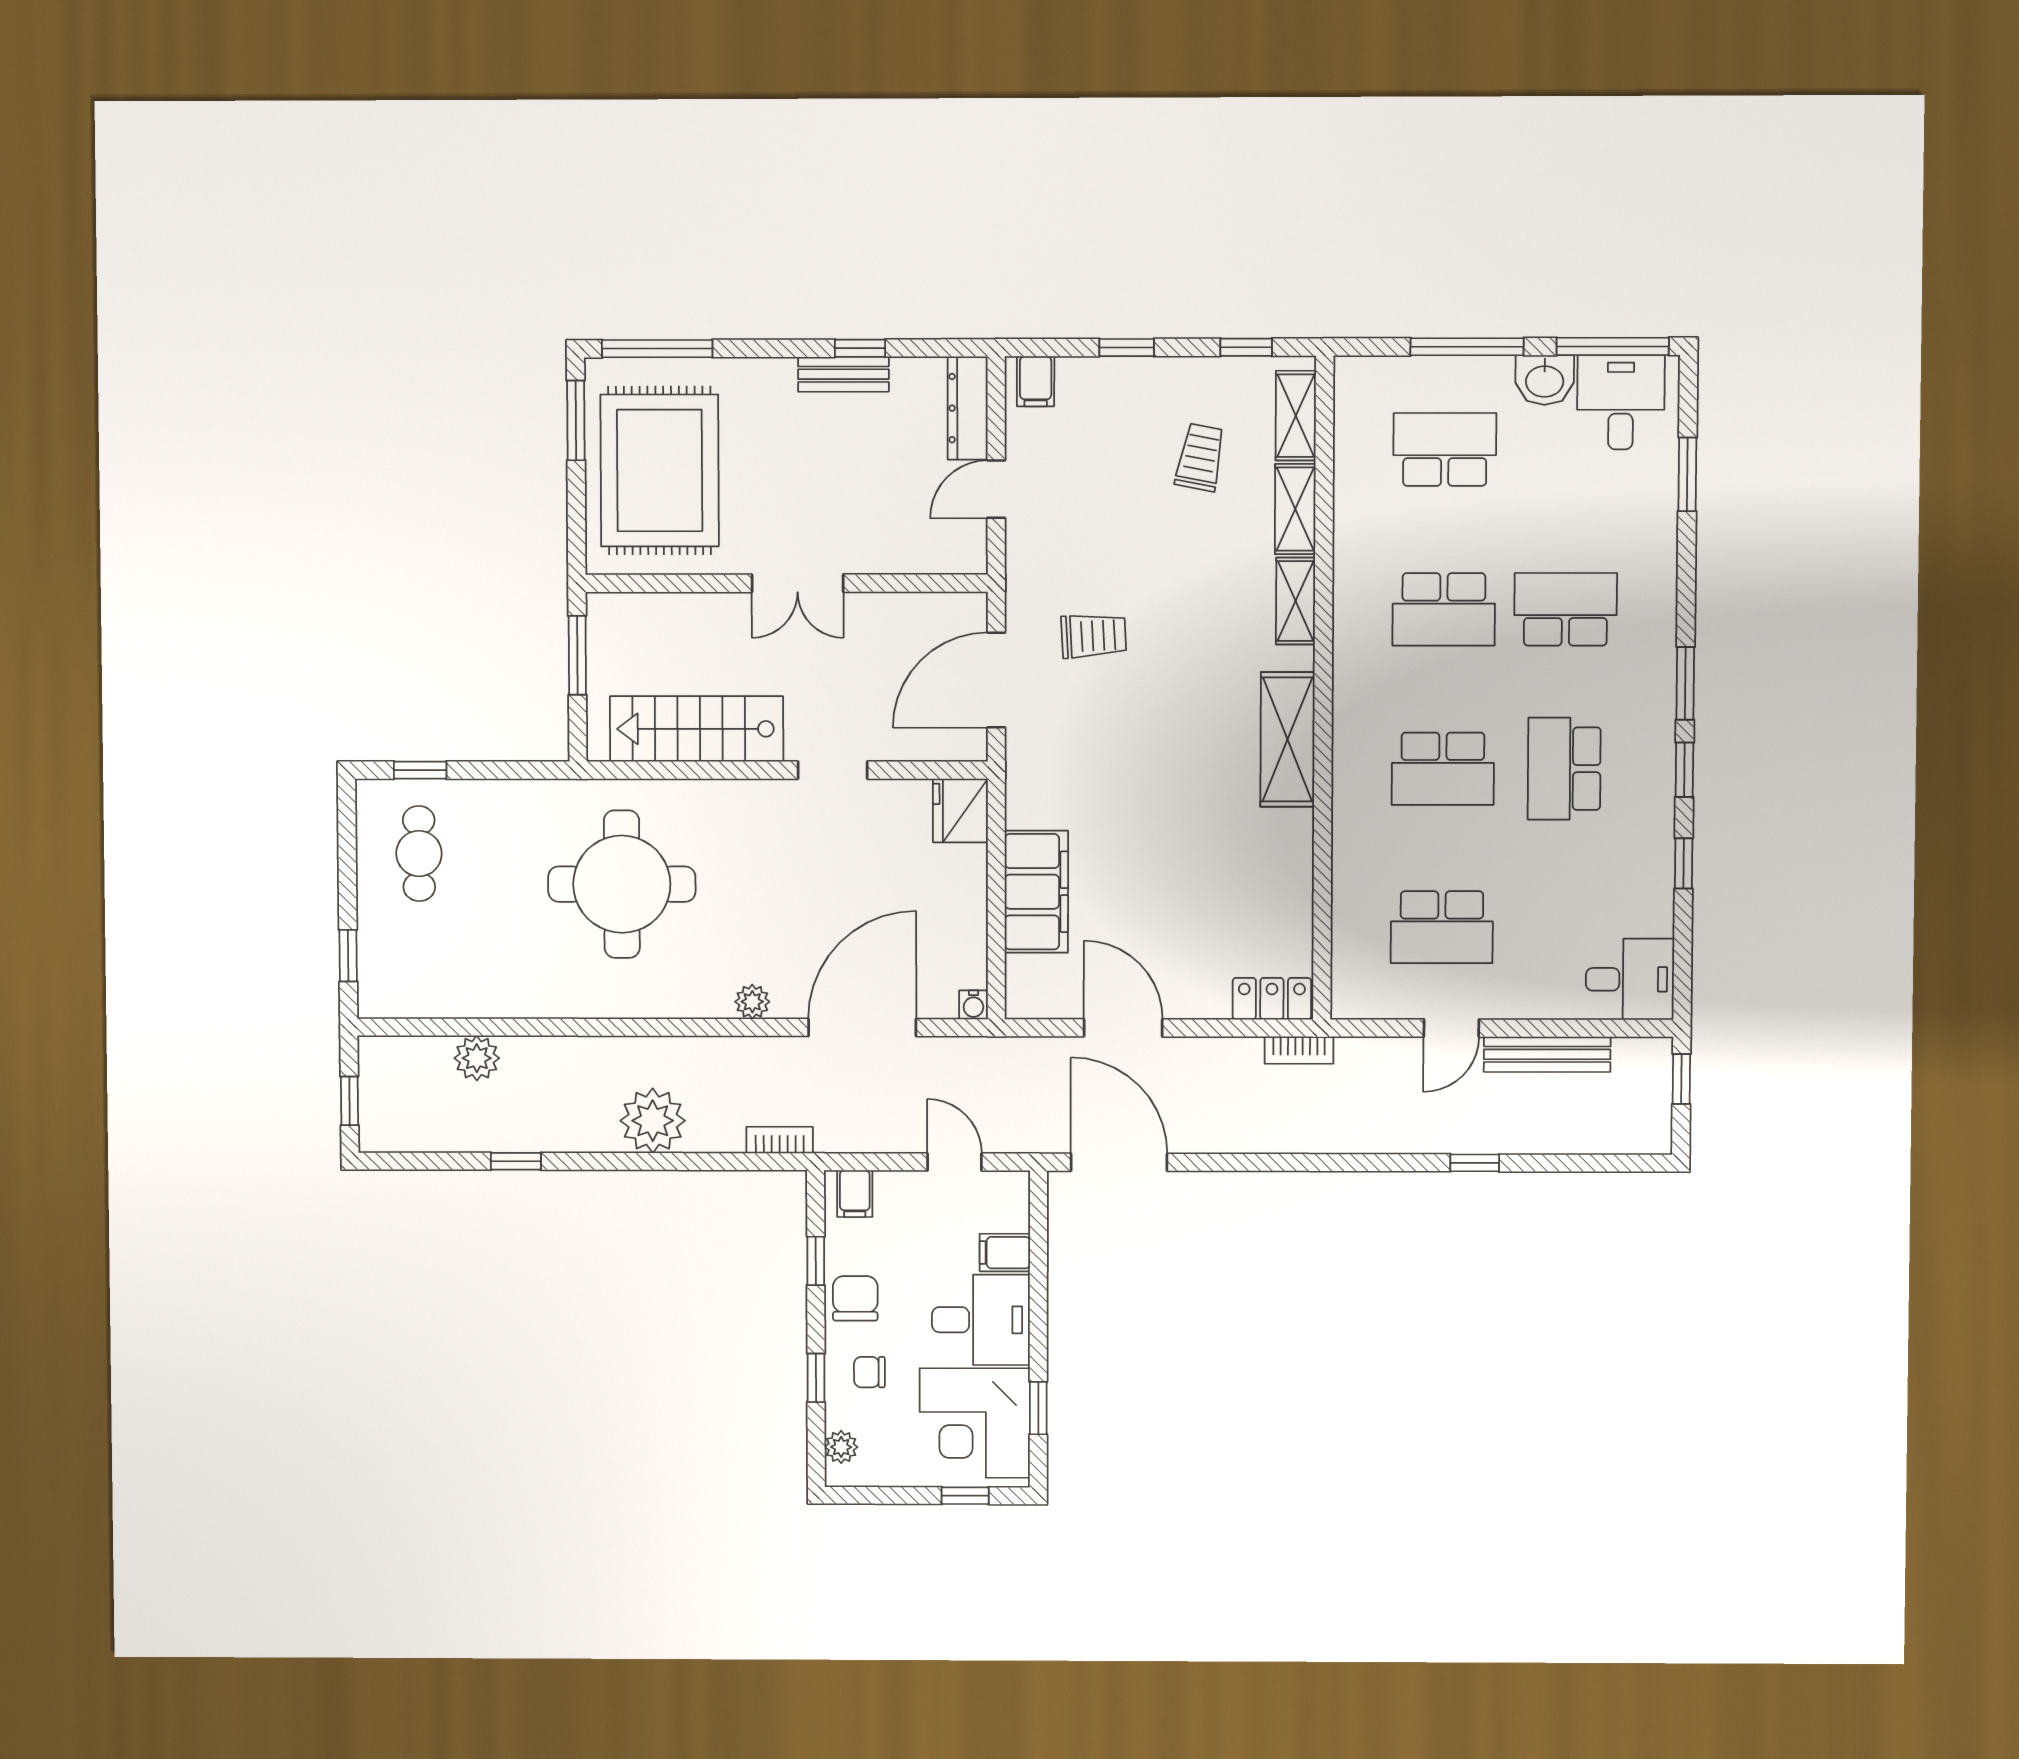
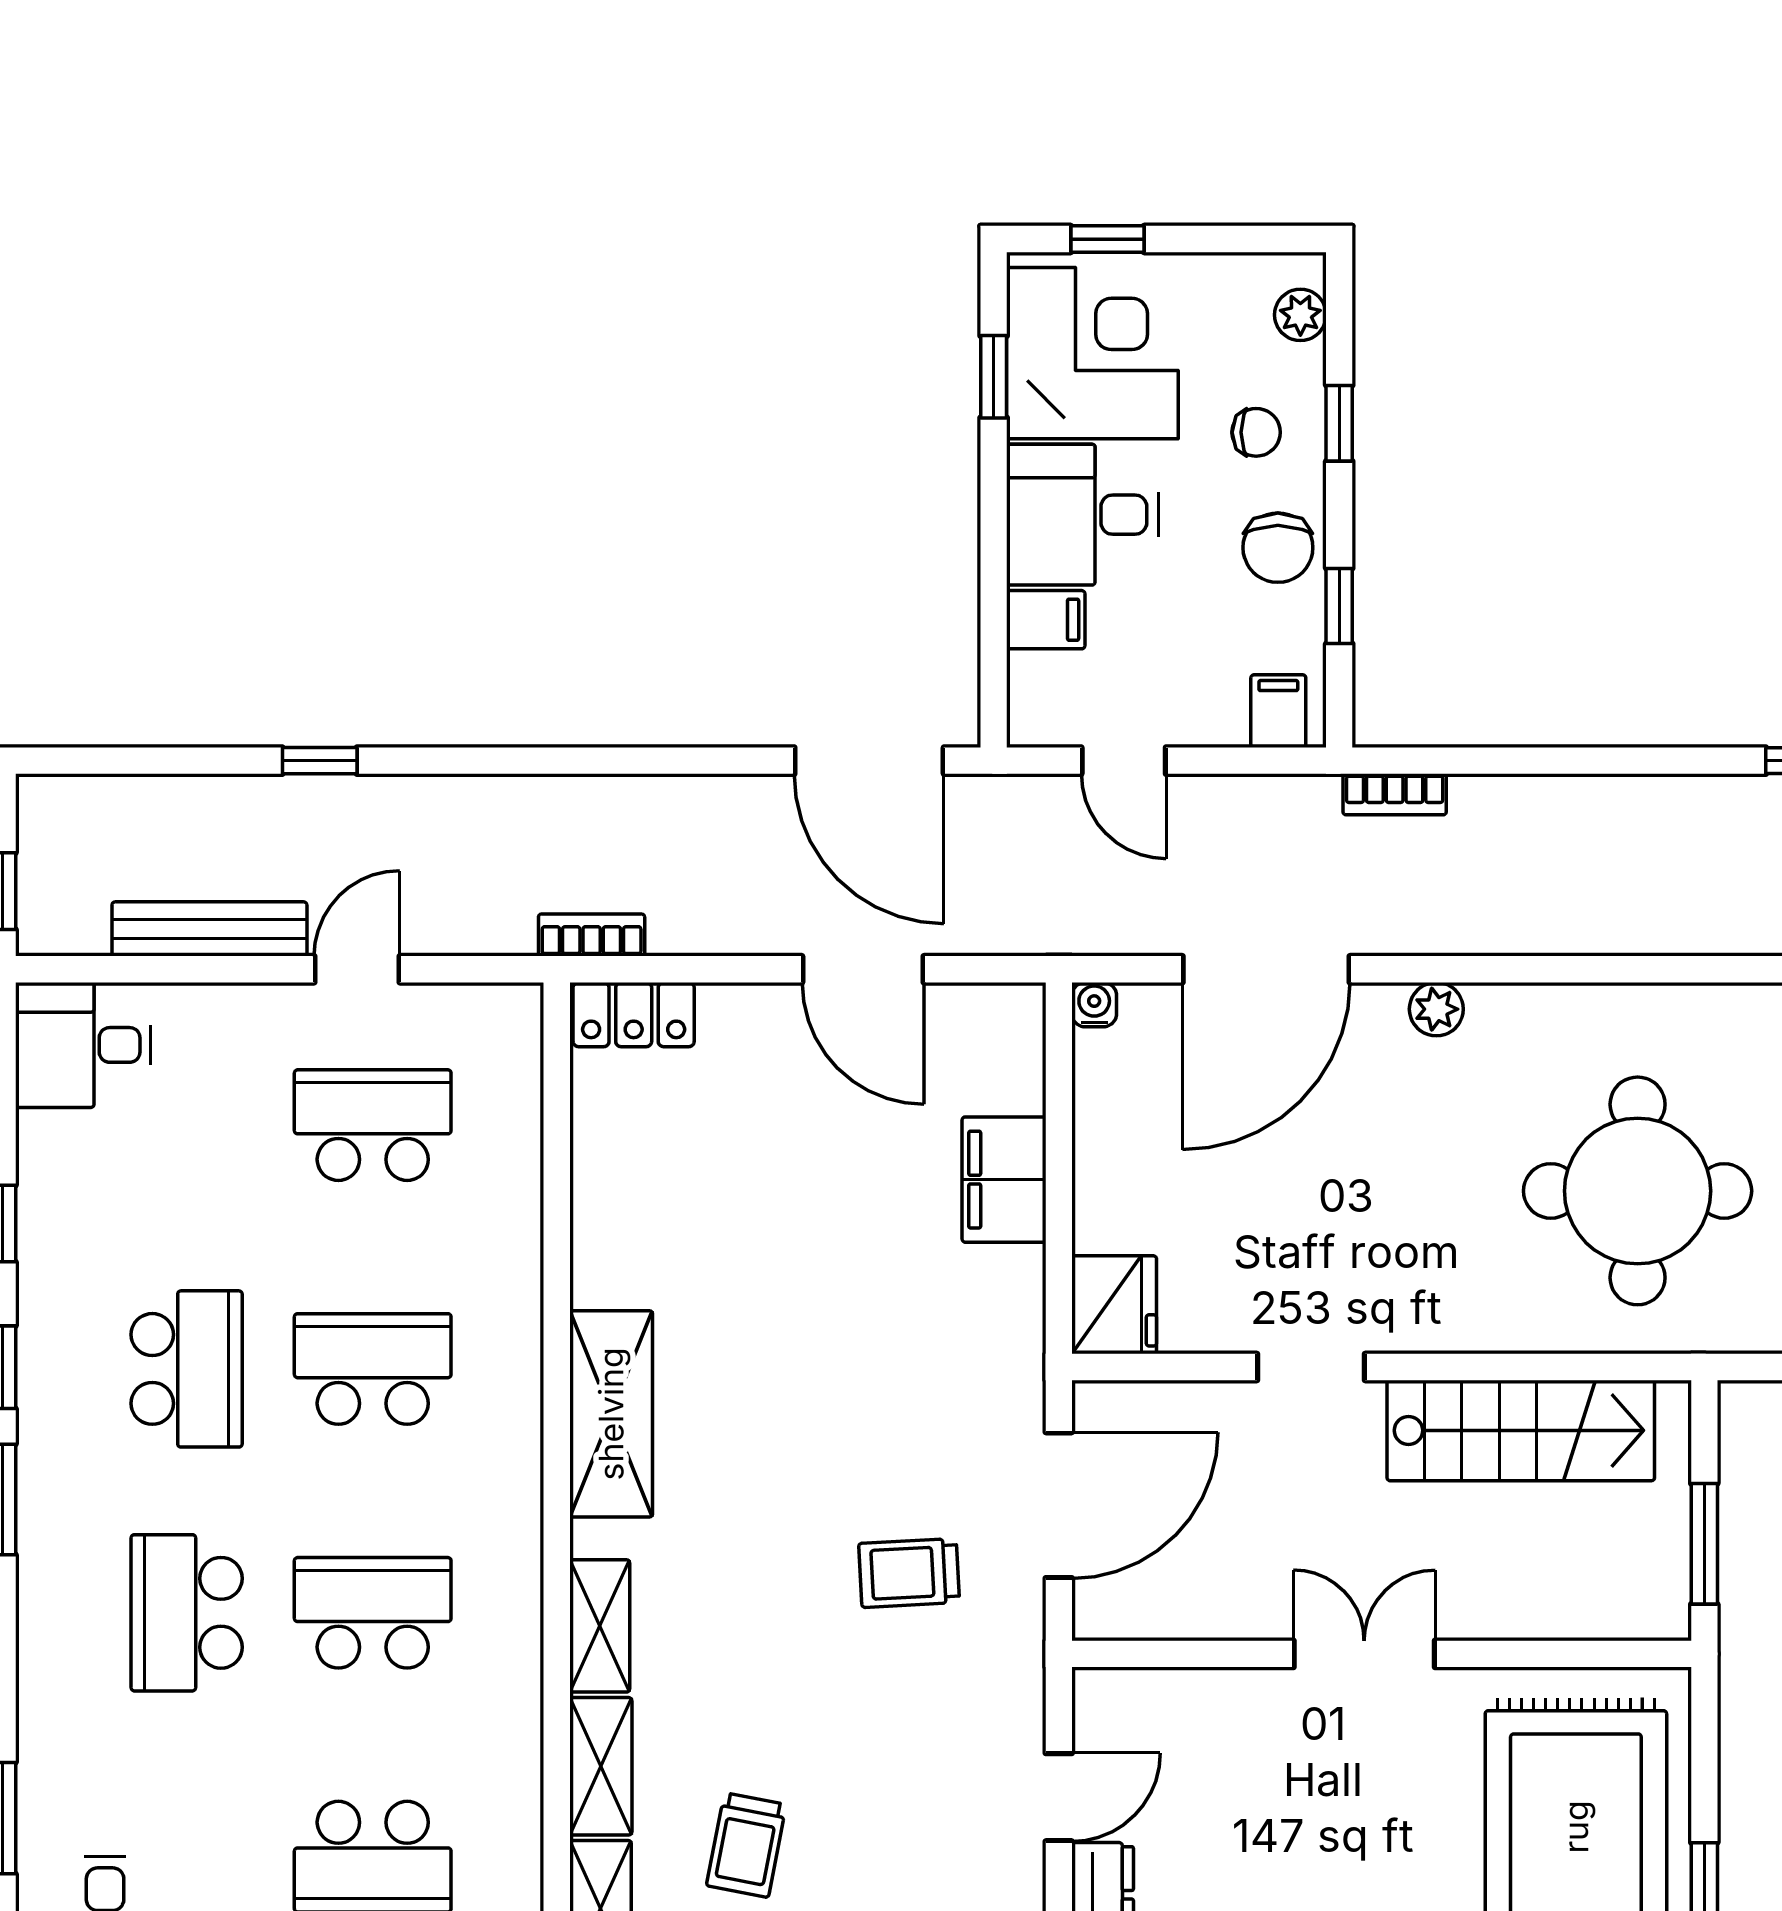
school desk: (1566, 609) -> (187, 1613), turned 90
filing cabinet: (1036, 892) -> (1004, 1180), width x0.67, depth x0.86
plant: (653, 1121) -> (1592, 824), removed

